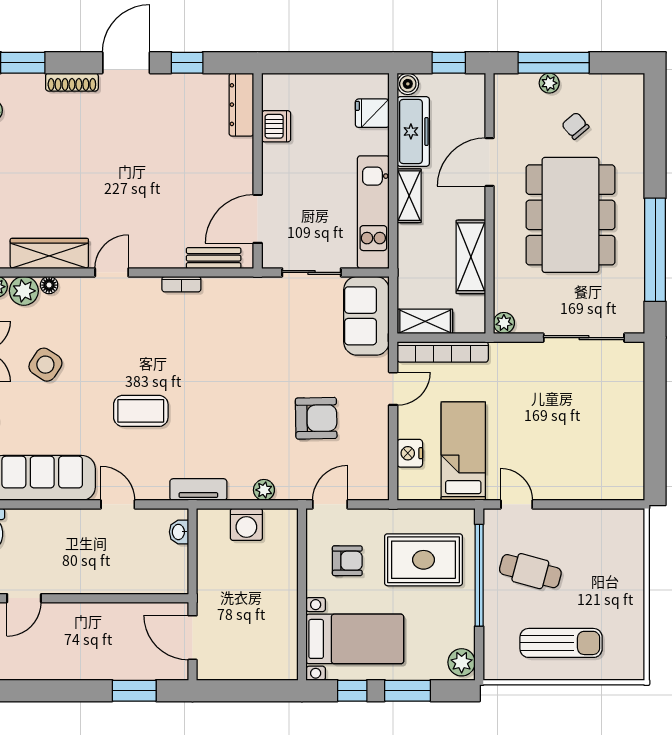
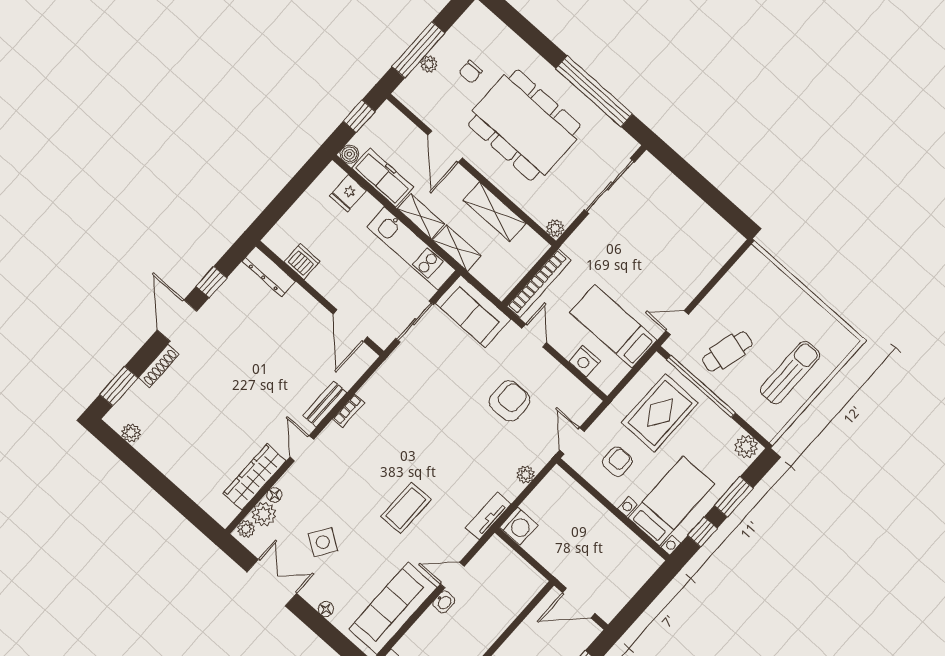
chair: (575, 126) -> (471, 72), turned -50
bench: (214, 258) -> (325, 404), moved
shelving: (425, 321) -> (457, 248), moved, turned 90
washing machine: (246, 524) -> (519, 526), moved
washbasin: (179, 532) -> (444, 602), moved, turned -90

